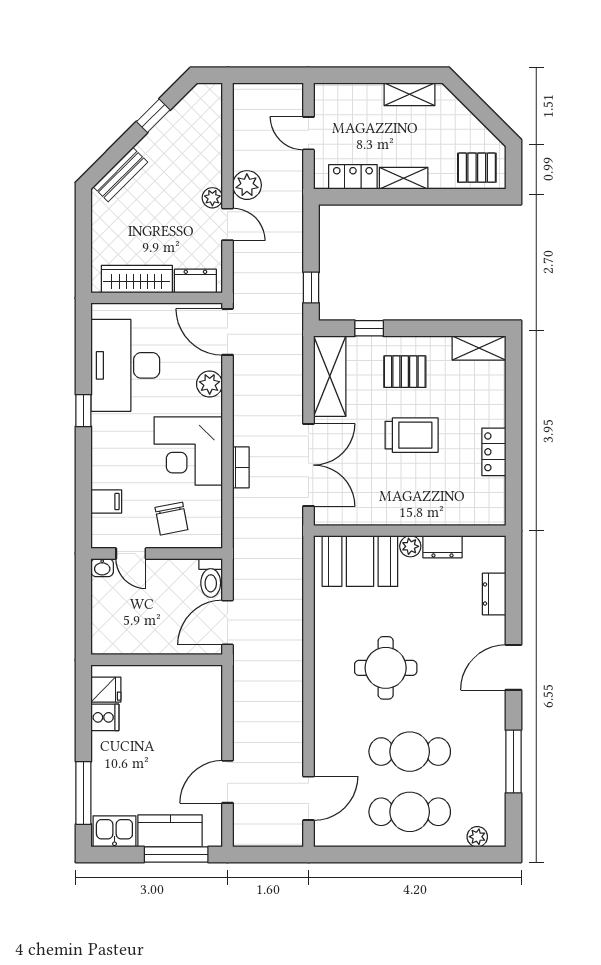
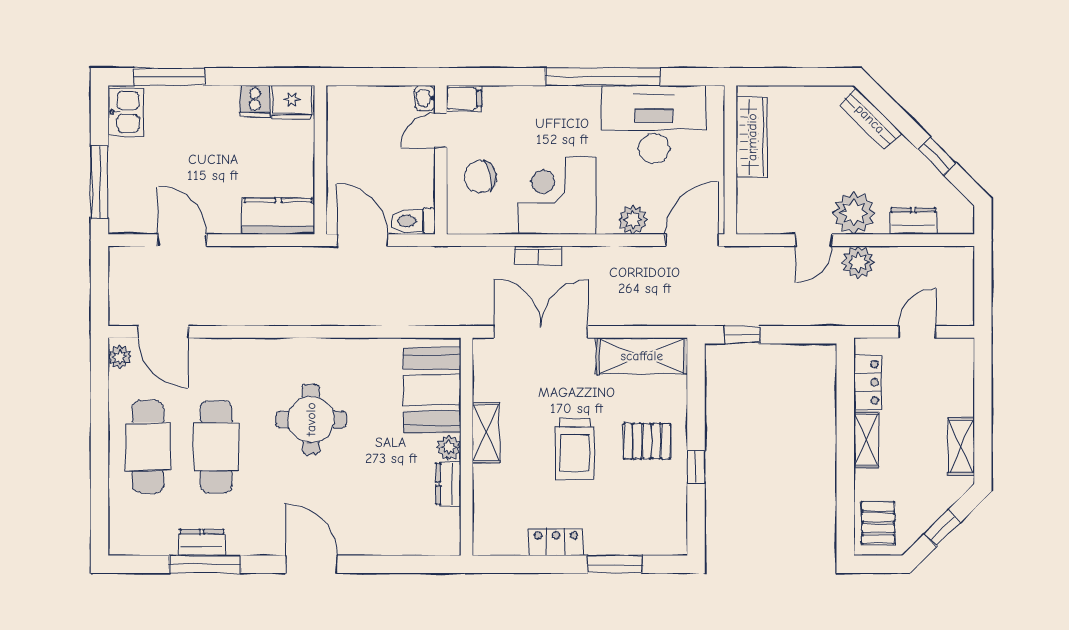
window: (482, 111) -> (942, 528), added
plant: (212, 198) -> (854, 213), width x1.88, depth x1.88
dresser: (195, 281) -> (913, 221), moved, turned -90
window: (369, 328) -> (696, 467), moved
shelving: (479, 348) -> (486, 433), moved
pallet: (405, 372) -> (647, 441), turned 90
window: (513, 400) -> (615, 564), added
window: (83, 411) -> (603, 77), width x3.17
double door: (309, 465) -> (541, 332), swing flipped
filing cabinet: (106, 502) -> (464, 98), moved, turned -90
dresser: (494, 594) -> (202, 542), moved
fridge: (106, 690) -> (292, 102), width x1.38
kitchen counter: (170, 831) -> (278, 216), moved, turned -90
plant: (477, 837) -> (120, 357), moved

